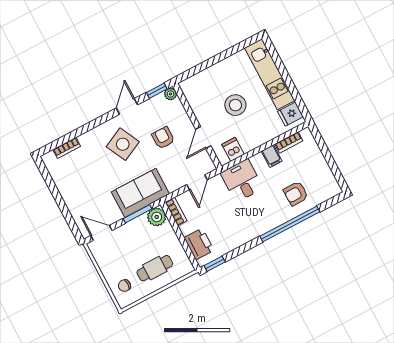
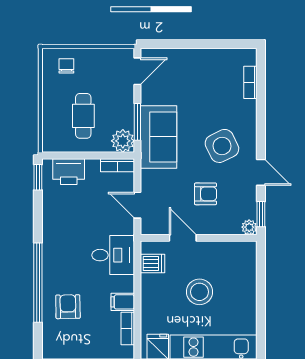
cafe table: (155, 268) -> (83, 116), moved

